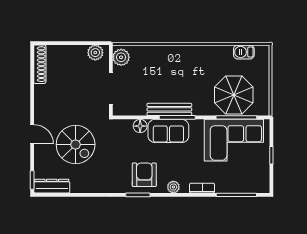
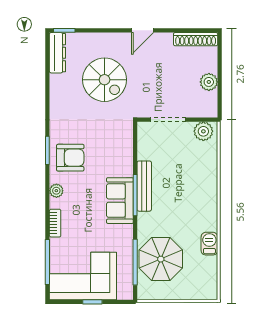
barbecue: (244, 52) -> (209, 244), moved
plant: (95, 53) -> (209, 82), moved
floor lamp: (140, 126) -> (125, 153), removed
sofa: (168, 131) -> (120, 201), moved
door: (32, 134) -> (143, 30), moved
corner sofa: (234, 140) -> (83, 276), moved, turned 90
spiral stairs: (76, 145) -> (105, 80), turned -90

